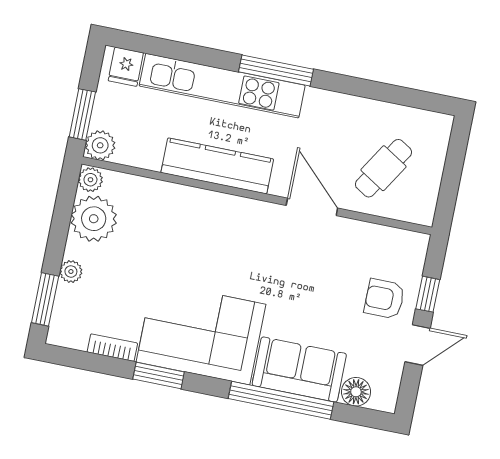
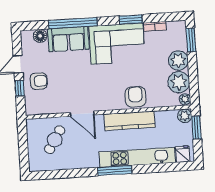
armchair: (192, 212) -> (135, 97), added
plant: (71, 272) -> (178, 60), width x1.88, depth x1.88

